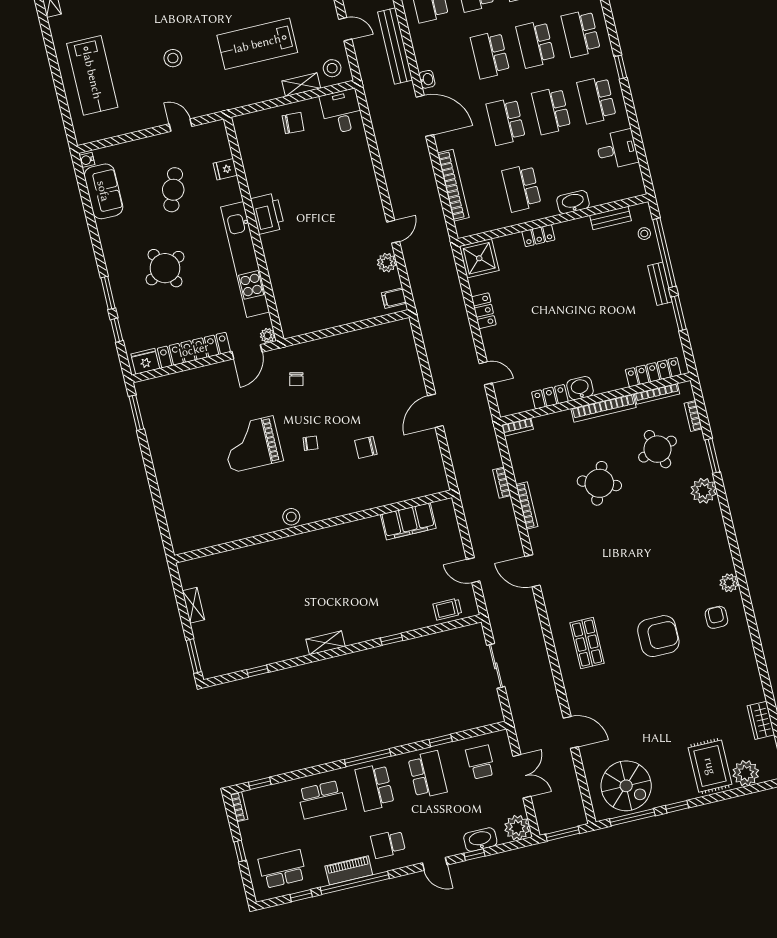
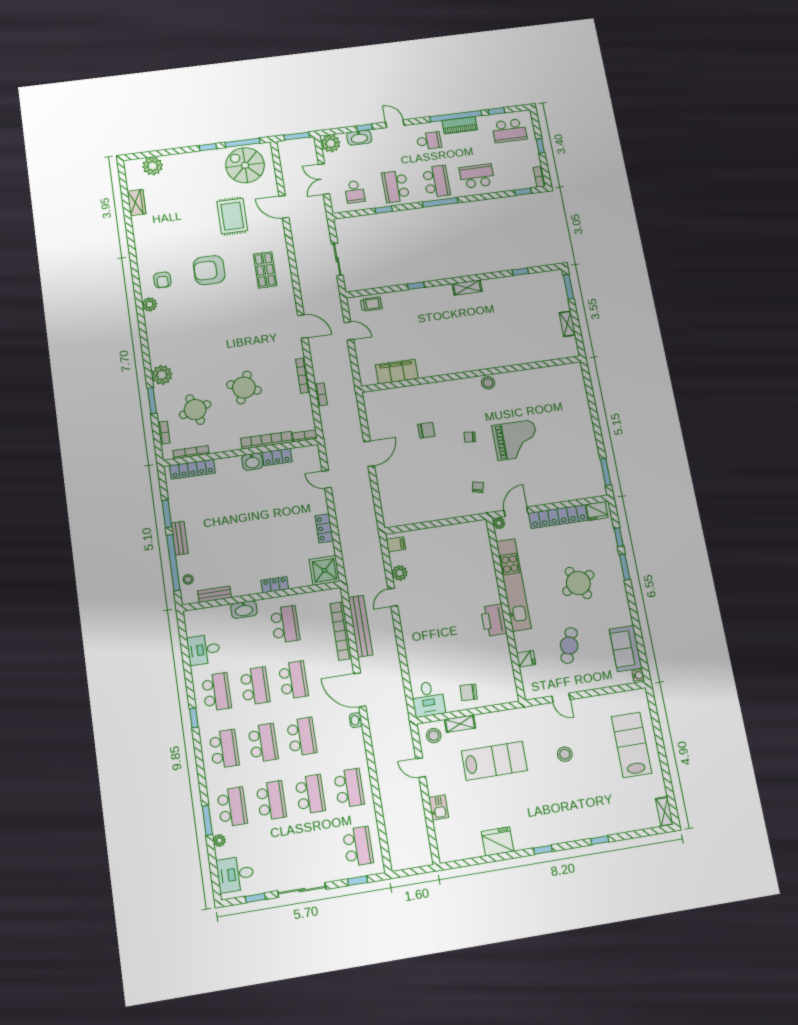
bench: (395, 46) -> (360, 626), moved
bookcase: (604, 408) -> (267, 440), moved
rug: (710, 766) -> (232, 216), moved

